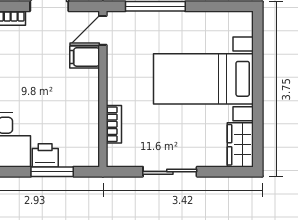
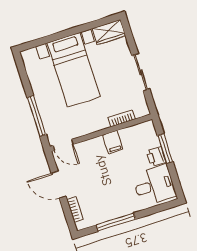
filing cabinet: (85, 57) -> (113, 142), moved

